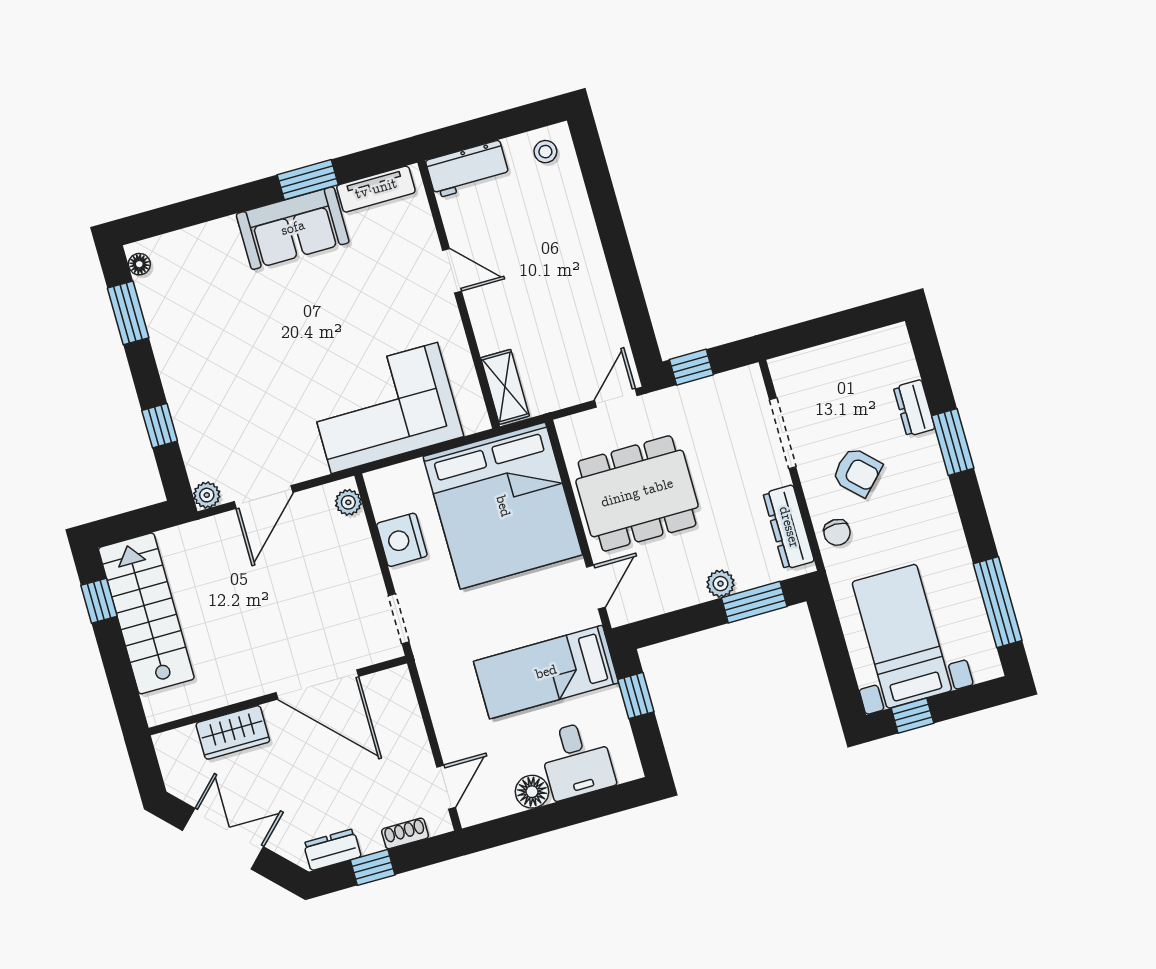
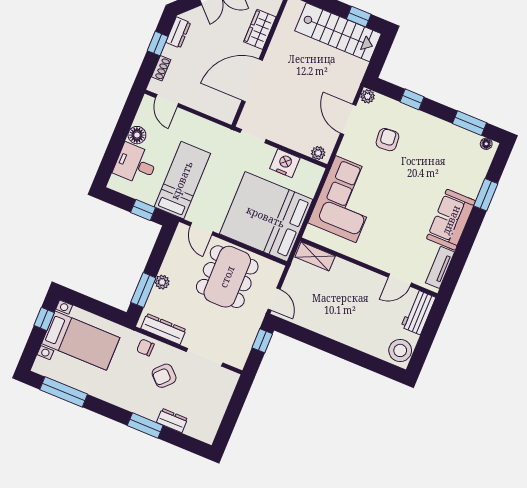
stool: (545, 152) -> (400, 350), width x1.89, depth x1.89
window: (308, 180) -> (486, 195), moved
door: (452, 271) -> (400, 280), moved
armchair: (248, 415) -> (387, 140), added

